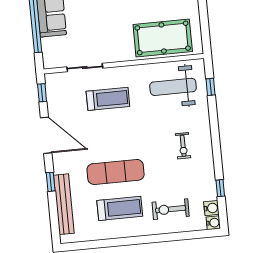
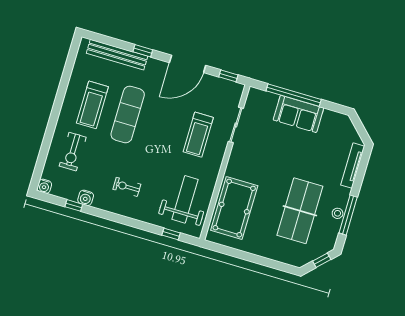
water cooler: (211, 208) -> (86, 198), moved
exercise bike: (171, 209) -> (73, 152), turned 180

